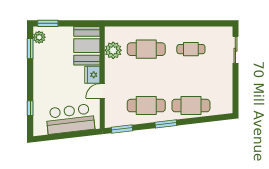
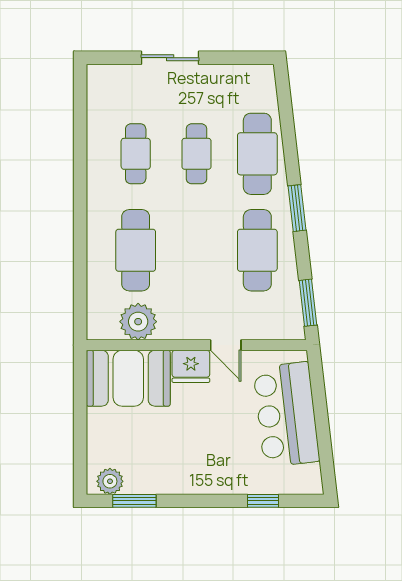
window: (48, 23) -> (80, 462), removed
sliding door: (235, 50) -> (170, 58), moved
cafe table: (191, 77) -> (196, 154), added

